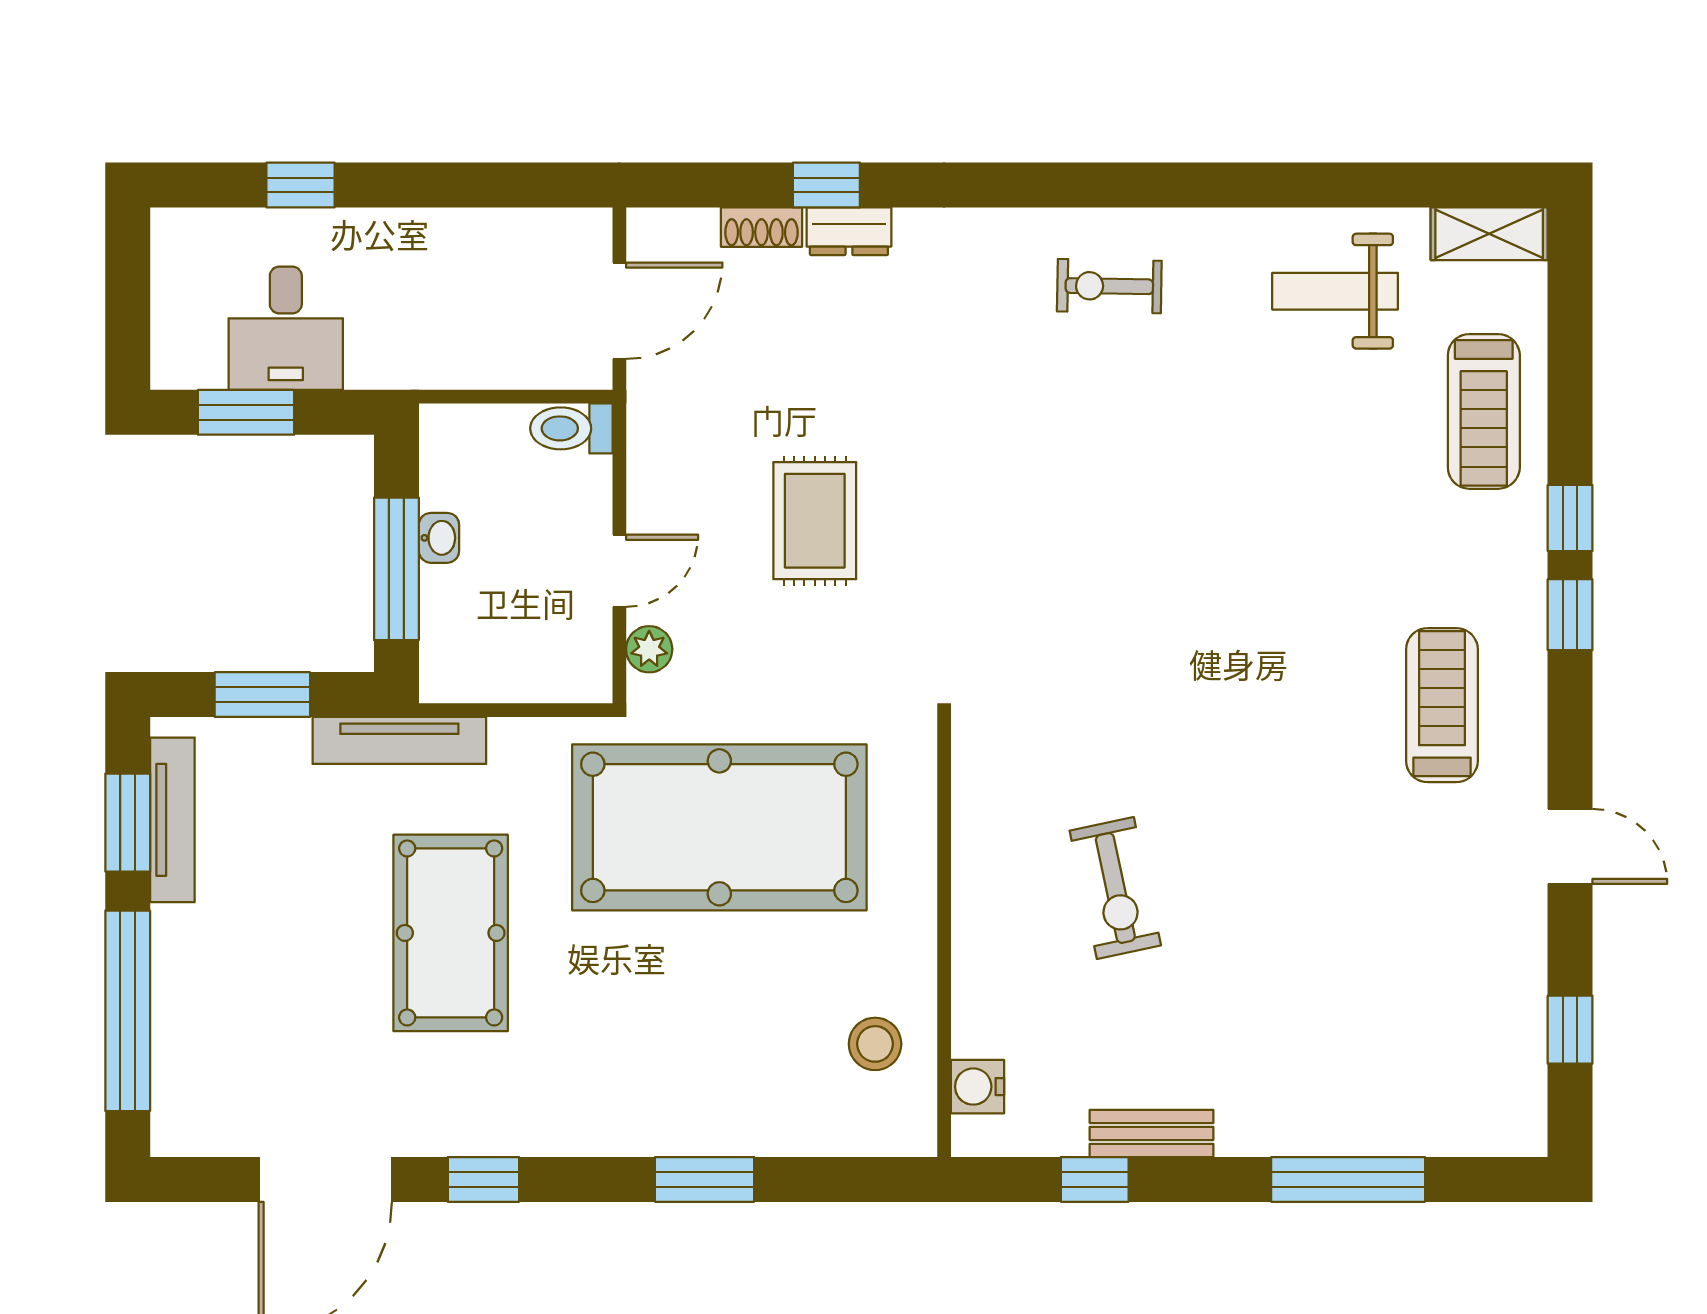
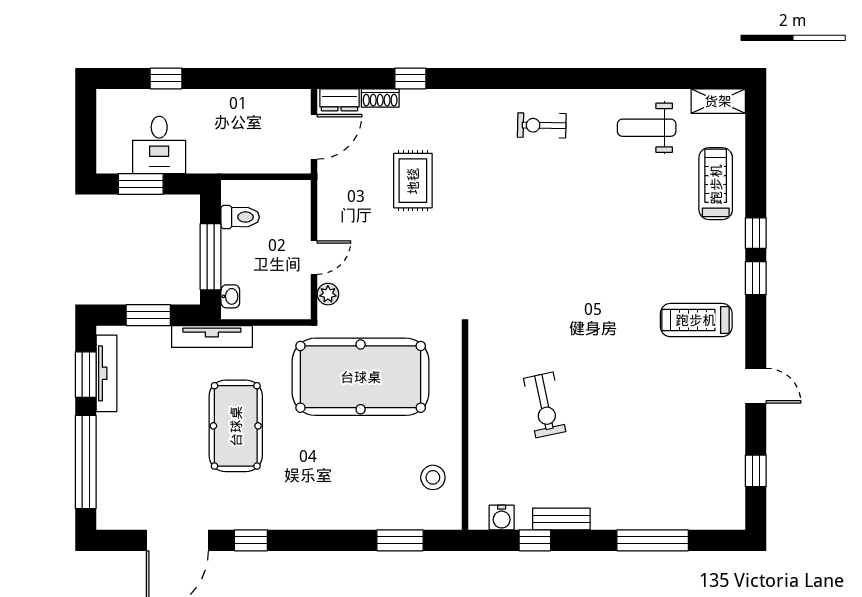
dresser: (849, 231) -> (340, 100), moved
treadmill: (1484, 411) -> (716, 184), turned 180
toilet: (571, 428) -> (240, 217), moved, turned 180
rug: (815, 521) -> (413, 181), moved
washbasin: (439, 538) -> (230, 296), moved
treadmill: (1442, 705) -> (696, 320), turned -90
water cooler: (977, 1087) -> (502, 518), moved, turned -90
window: (705, 1179) -> (400, 540), moved

